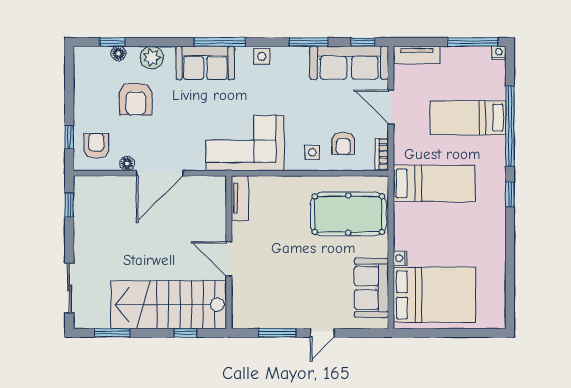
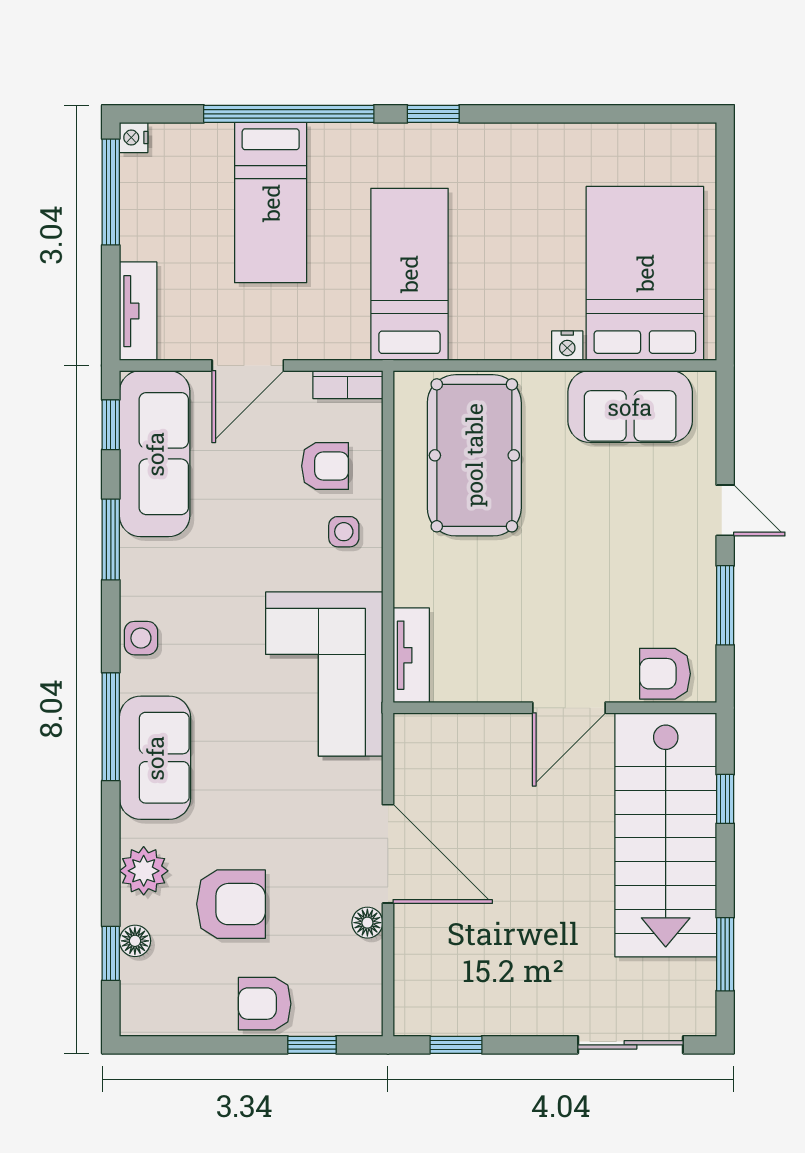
armchair: (96, 146) -> (265, 1004), moved
tv unit: (240, 198) -> (411, 655), moved, turned 90
armchair: (245, 304) -> (665, 674), added

